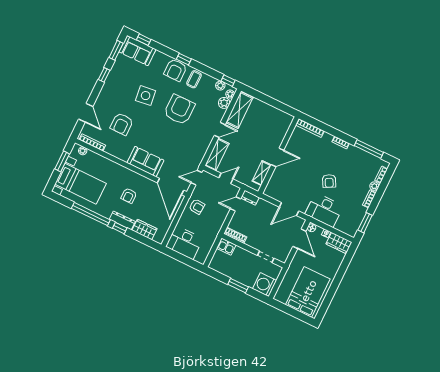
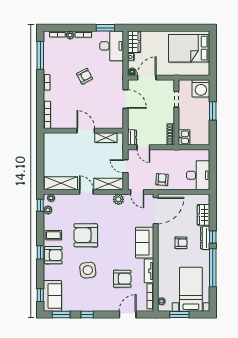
plant: (224, 103) -> (118, 199), moved
tv unit: (117, 153) -> (149, 271), added
desk: (324, 210) -> (112, 46), moved

